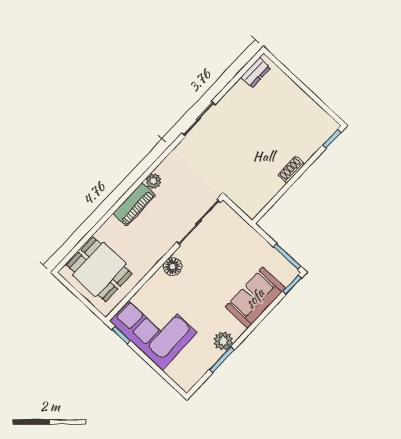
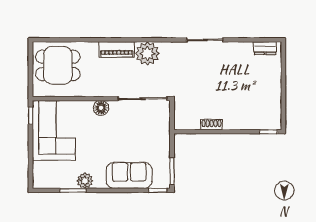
shoe rack: (291, 170) -> (212, 125), moved
plant: (153, 181) -> (147, 54), width x1.87, depth x1.87
dining table: (99, 269) -> (58, 65), turned 90

